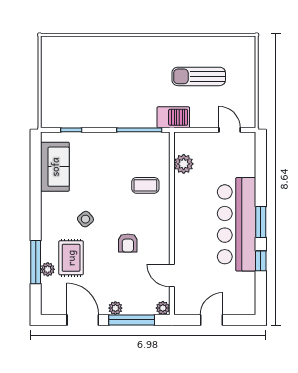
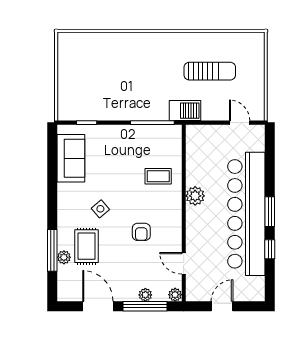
sun lounger: (199, 76) -> (210, 71), turned 180
plant: (184, 164) -> (195, 196), moved
bar counter: (237, 224) -> (246, 214), width x1.36
plant: (115, 308) -> (145, 295), moved

